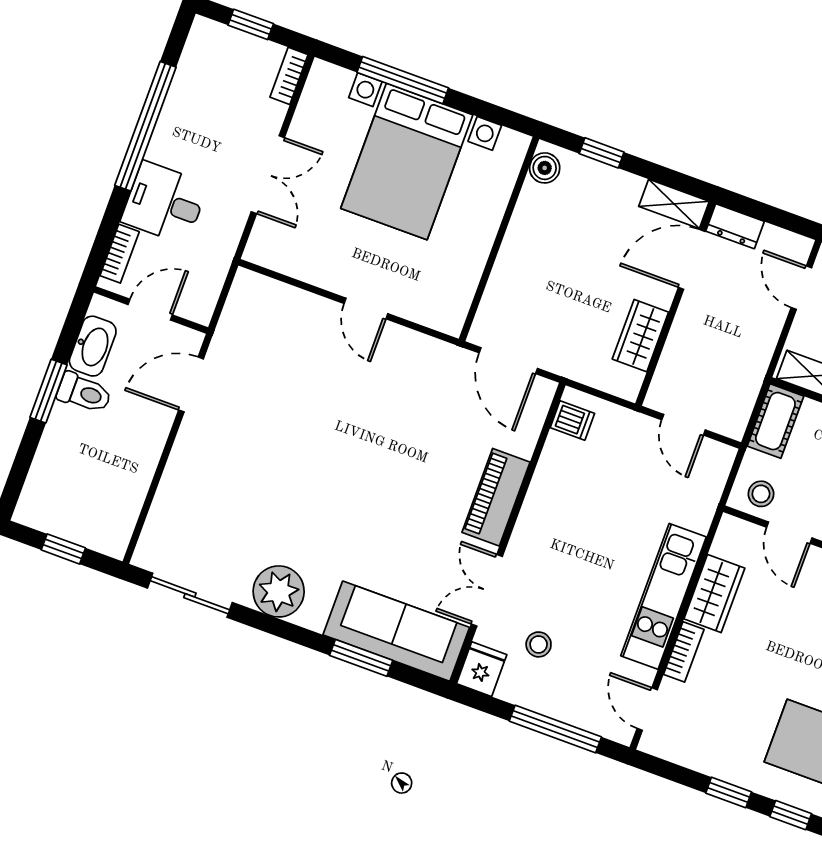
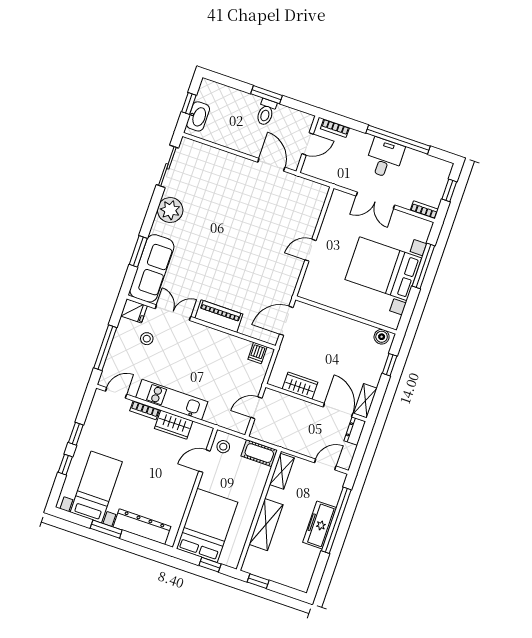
desk: (165, 203) -> (385, 158), moved
door: (150, 310) -> (308, 144), hinge flipped
washbasin: (93, 346) -> (198, 116), moved, turned -90

